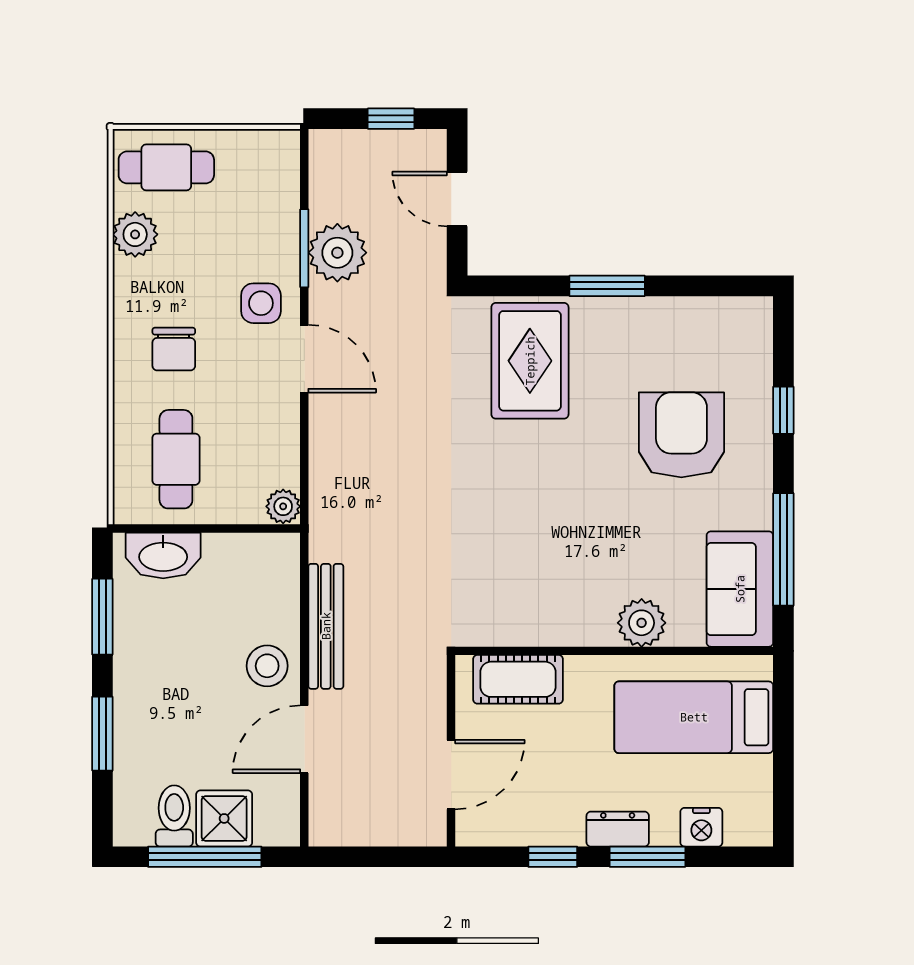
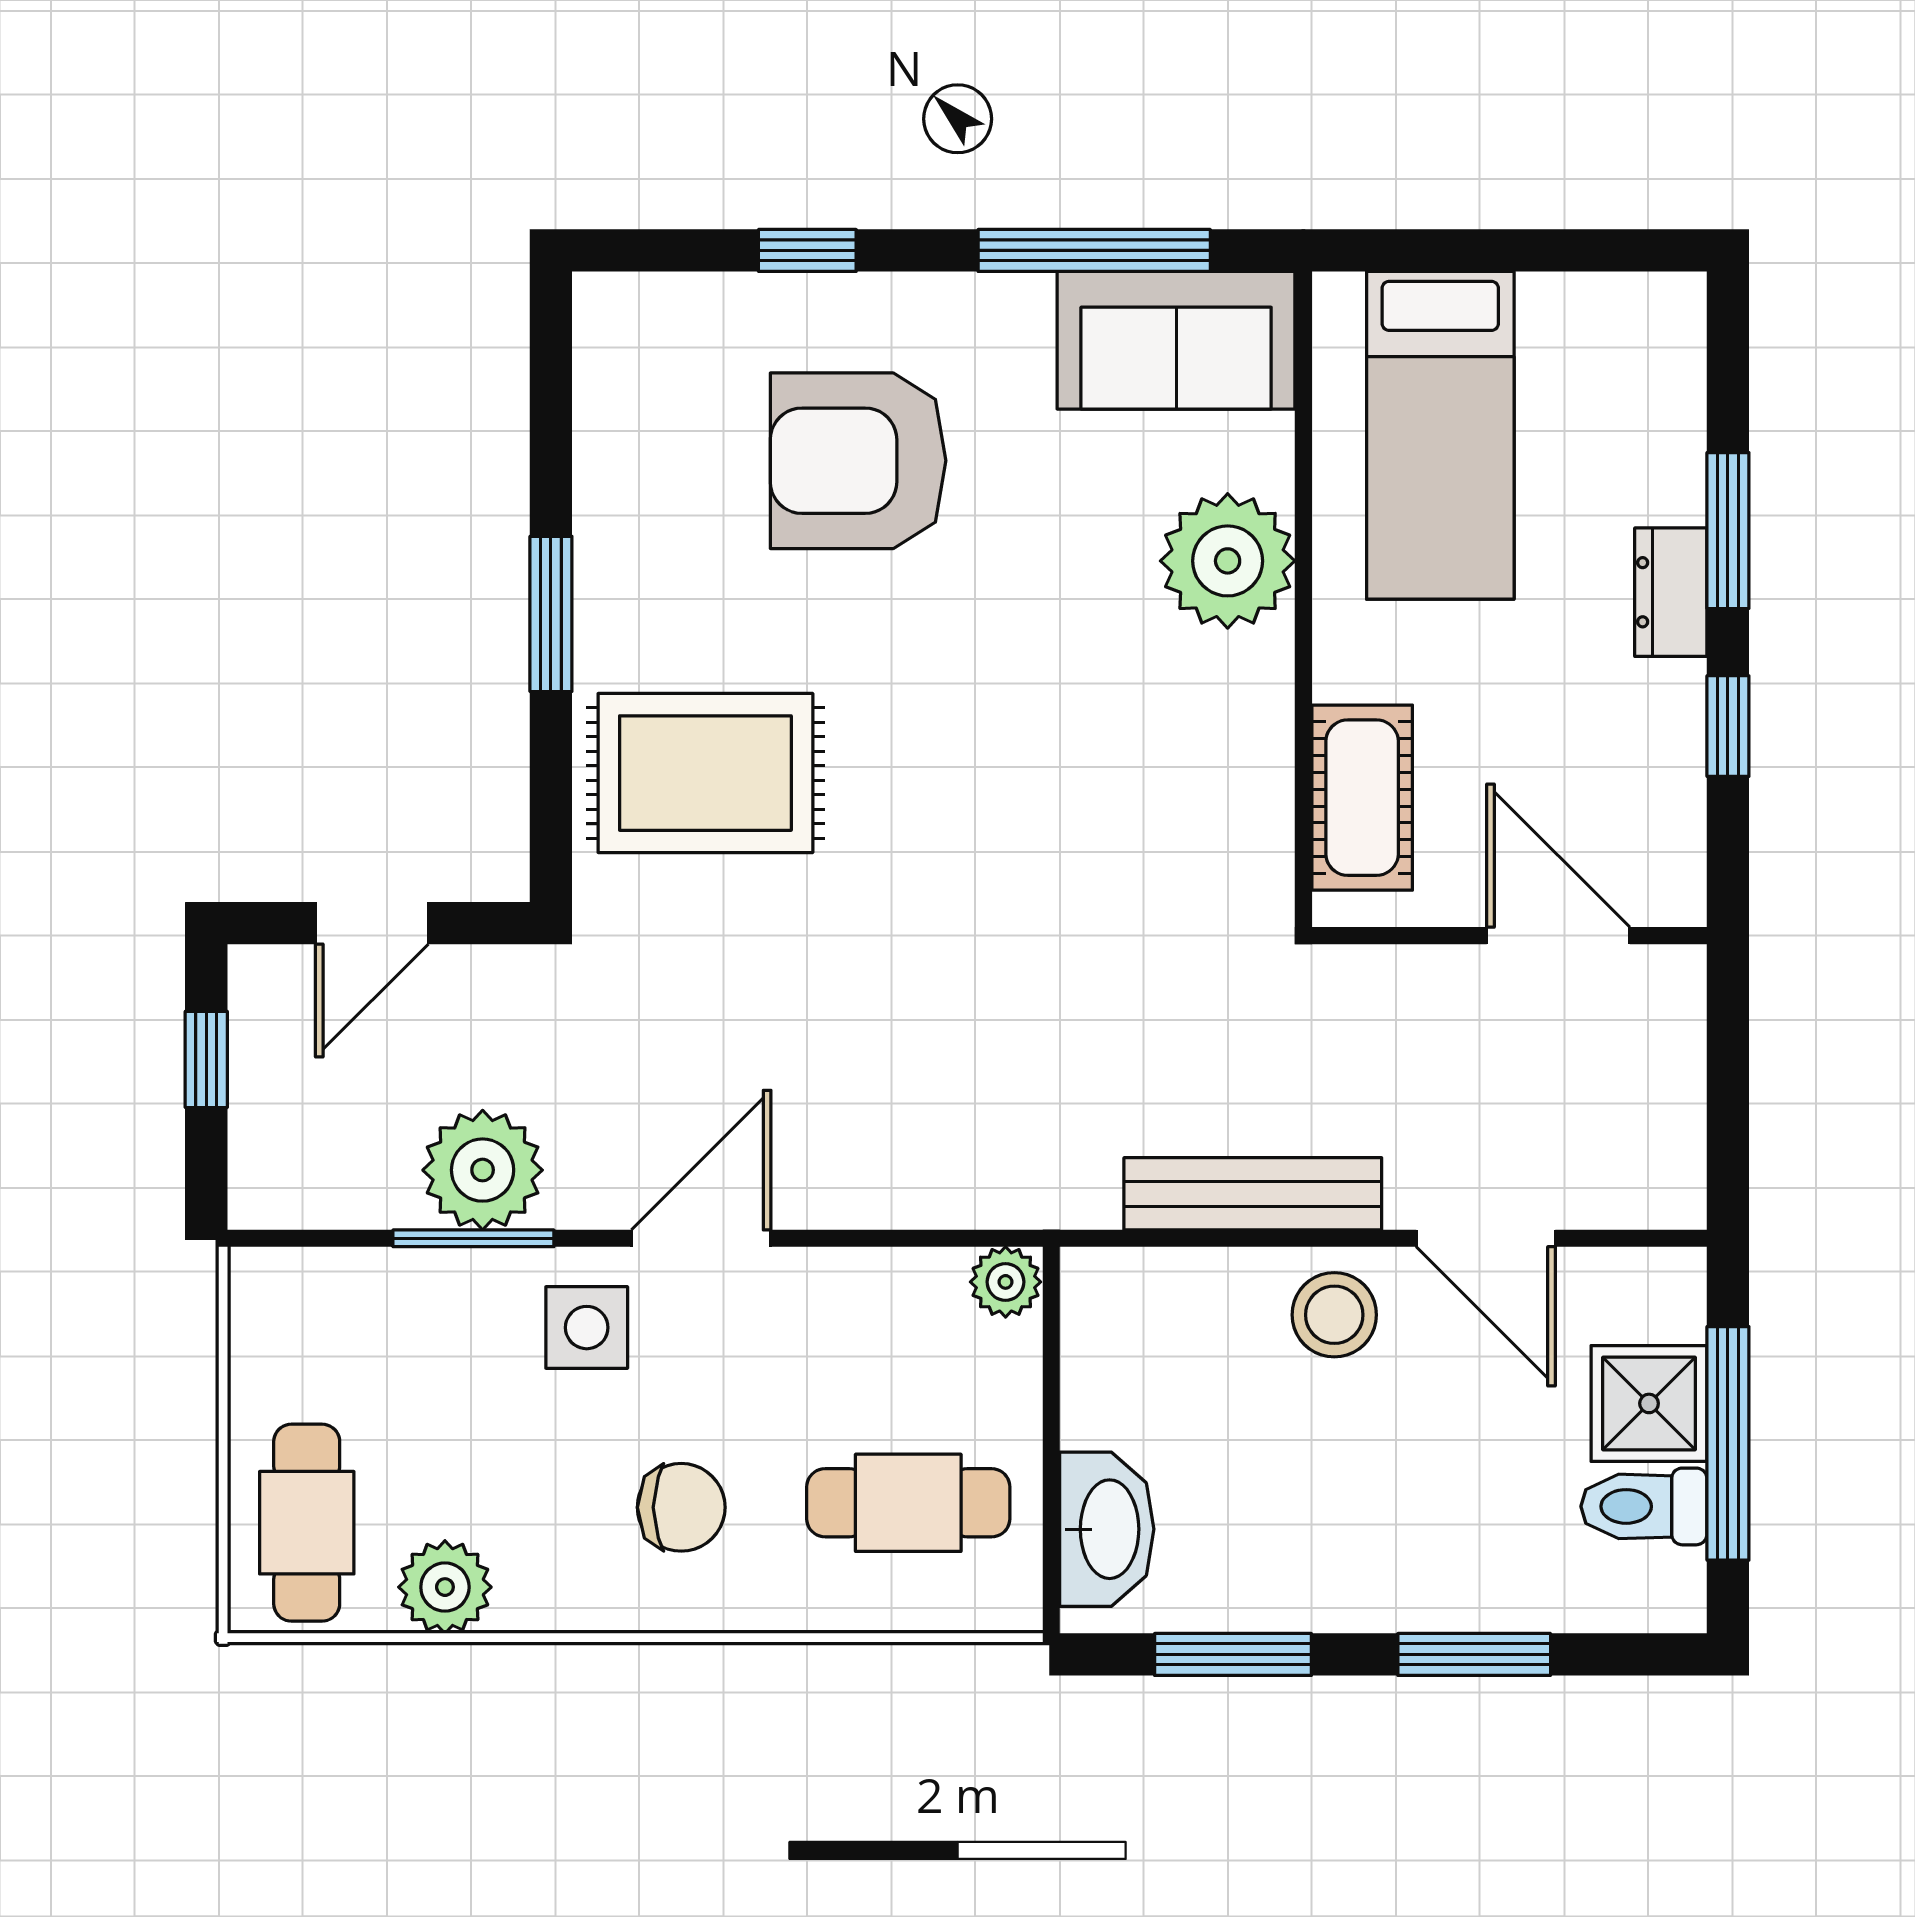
plant: (642, 623) -> (1228, 561), width x1.36, depth x1.36
nightstand: (701, 827) -> (1667, 420), removed

